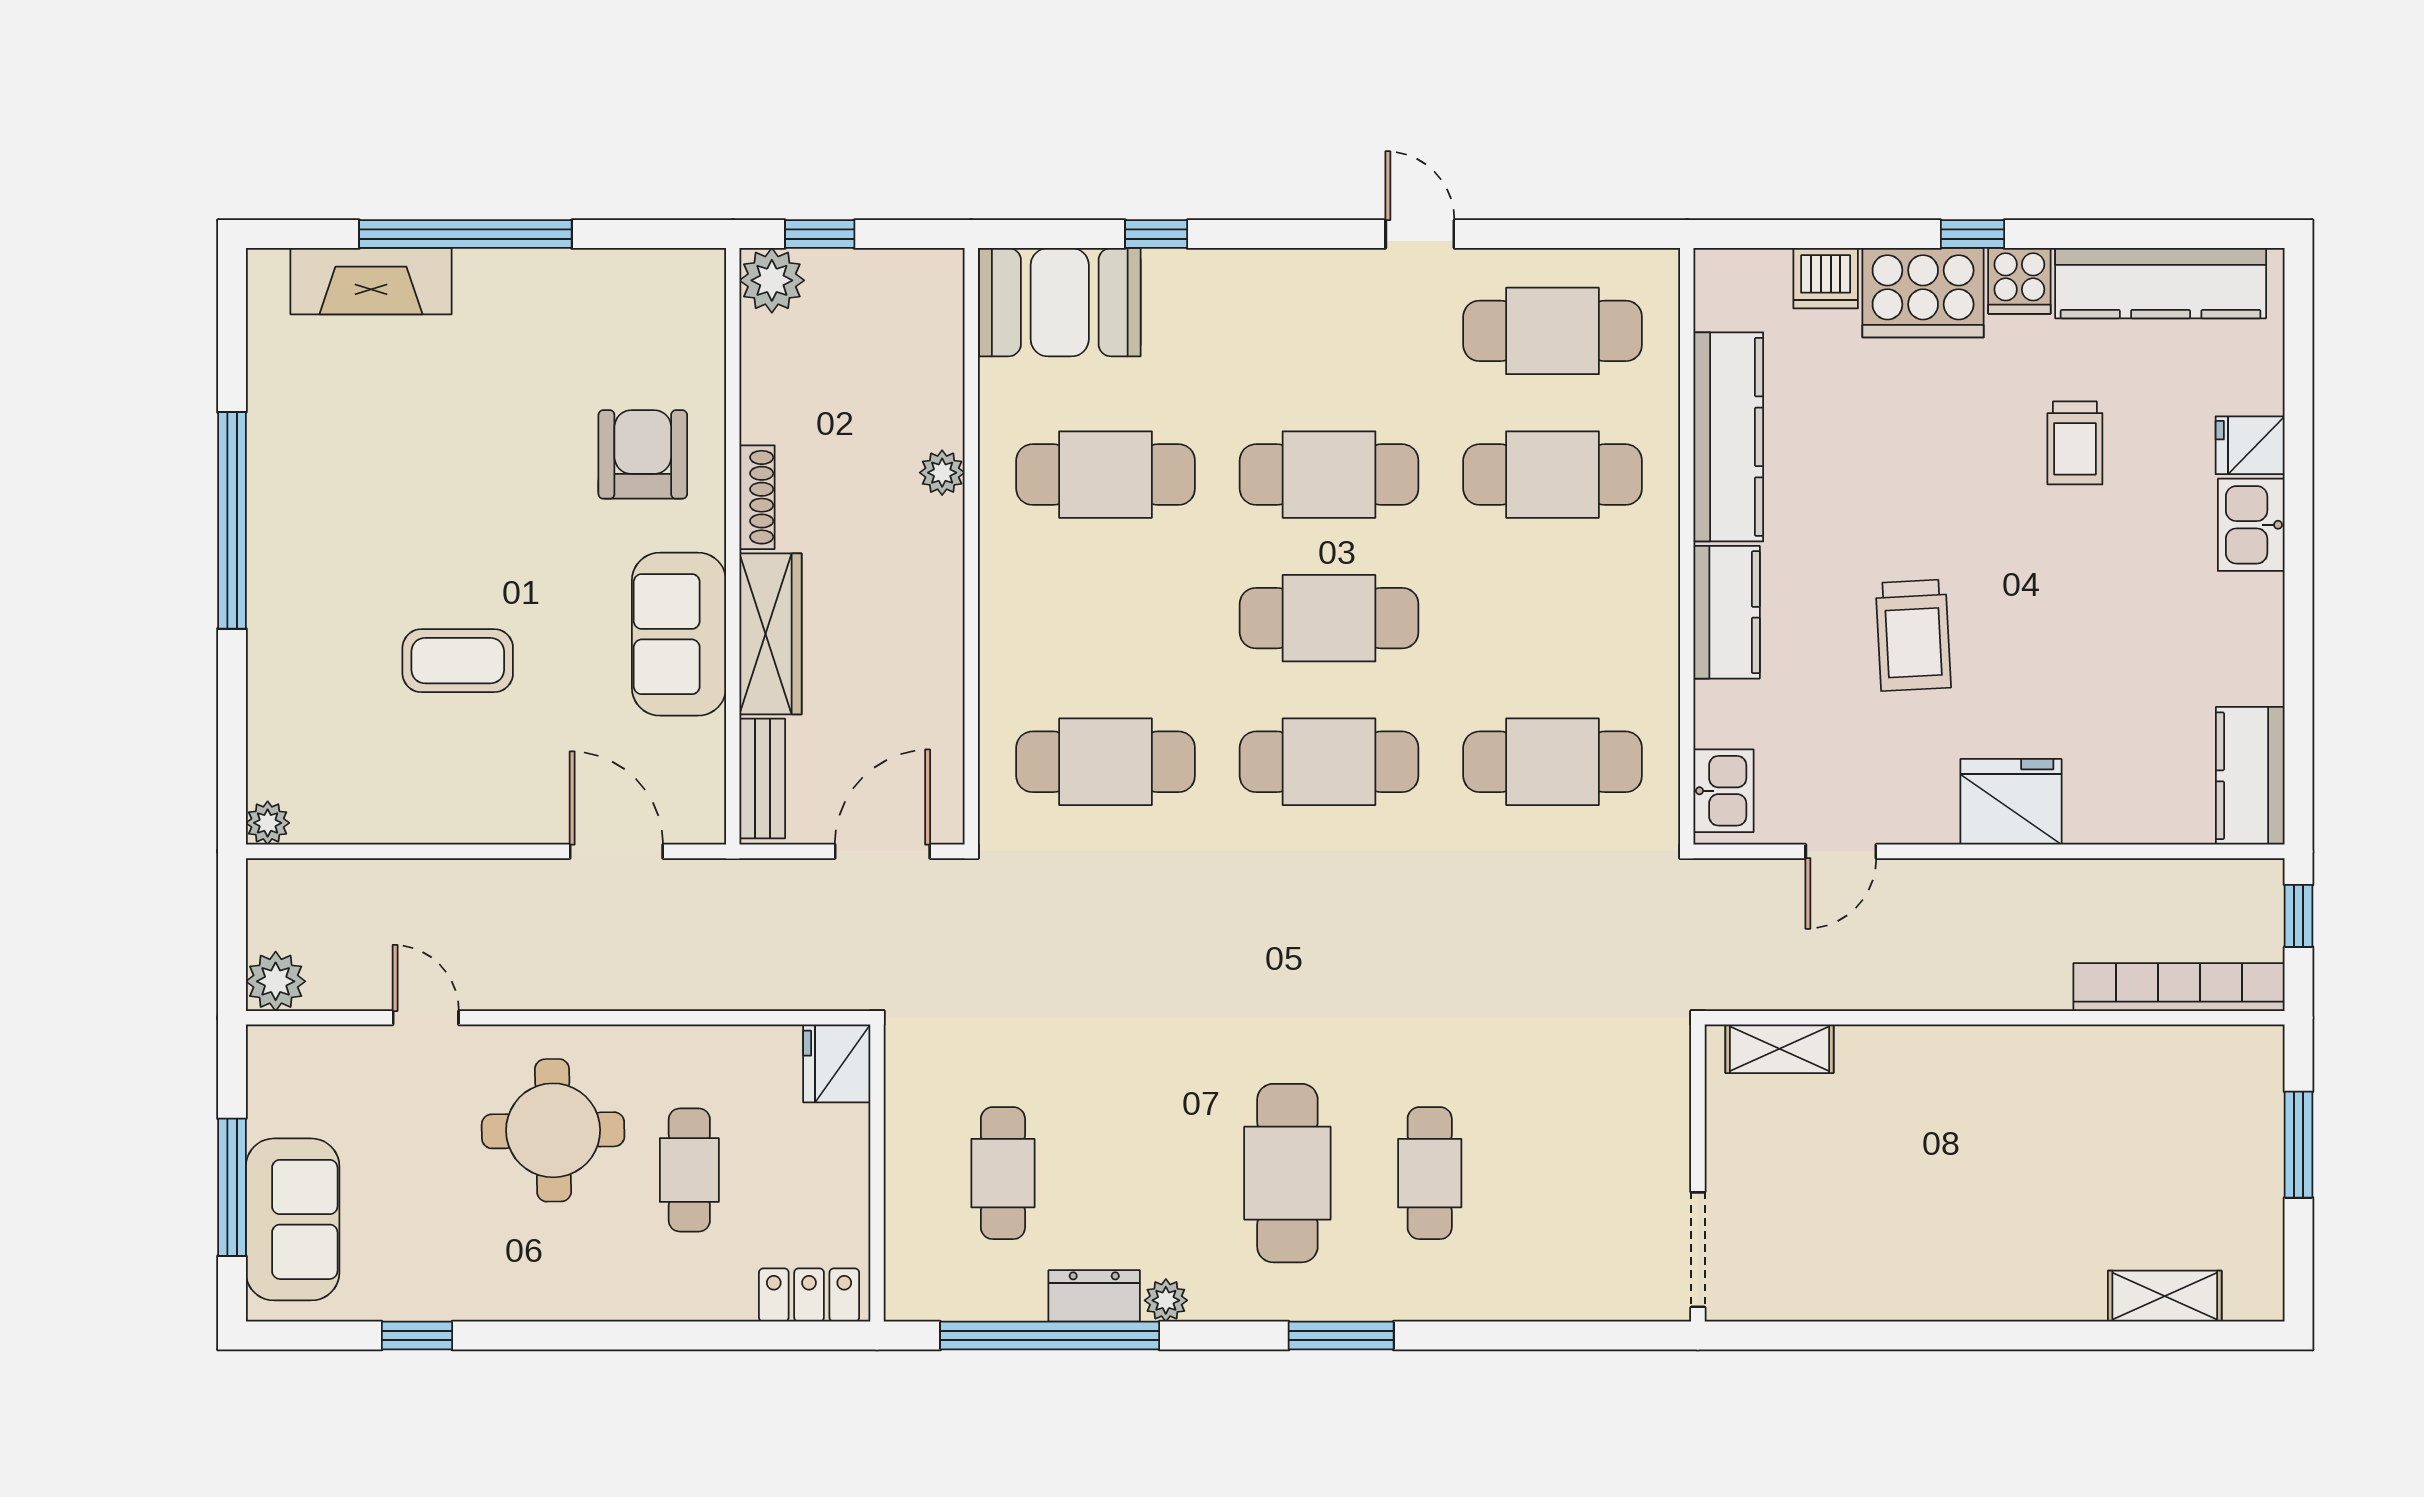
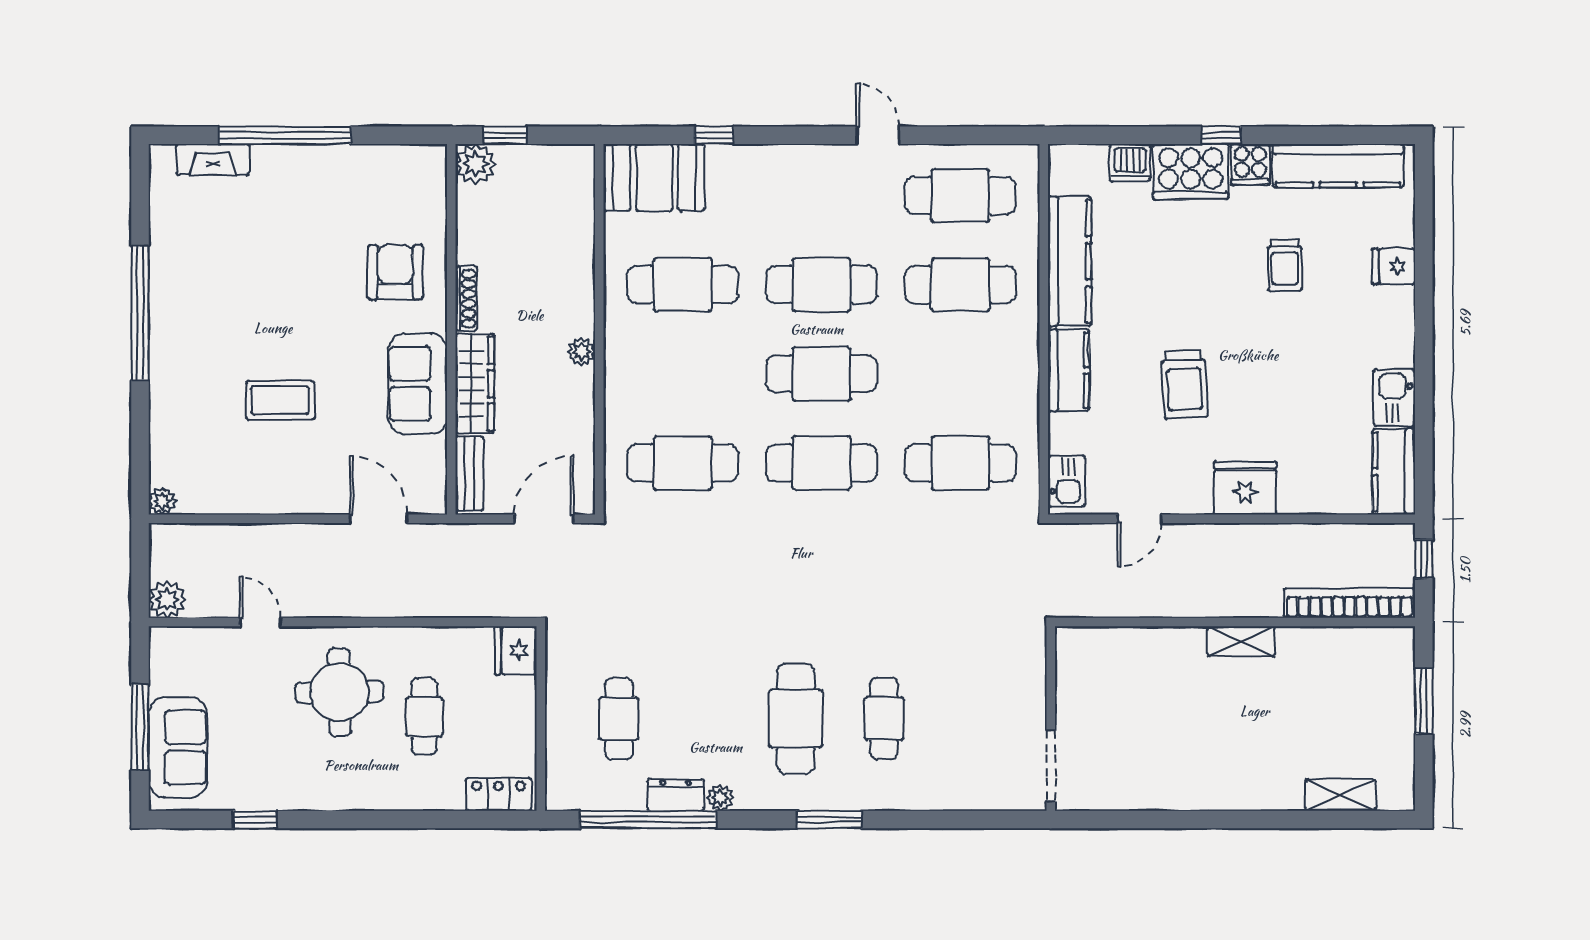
fireplace: (371, 281) -> (213, 160), width x0.73, depth x0.76
plant: (942, 473) -> (581, 352), moved
kitchen sink: (2251, 525) -> (1394, 398), moved
shelving: (1780, 1049) -> (1241, 641), moved

